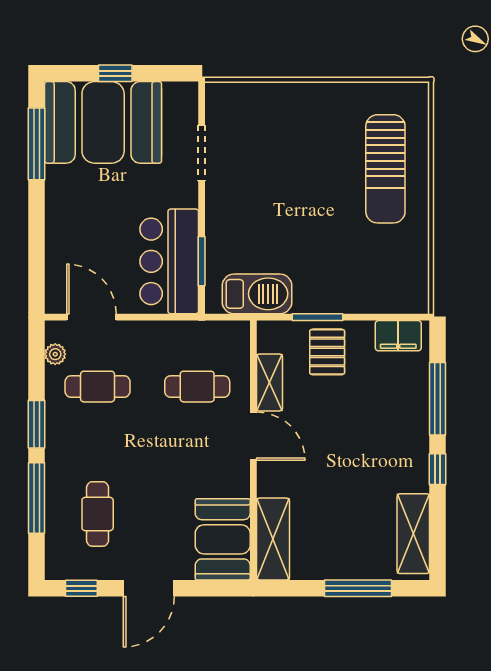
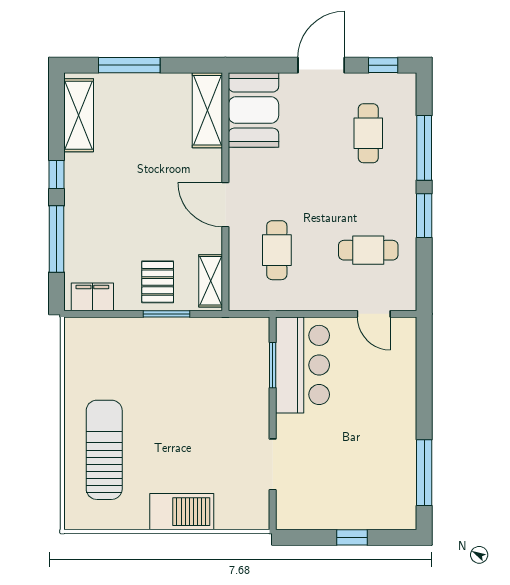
booth: (103, 122) -> (363, 492), removed
barbecue: (257, 294) -> (182, 512), moved, turned 180
door: (92, 317) -> (374, 314), width x0.73
plant: (55, 354) -> (407, 280), removed
shelving: (269, 382) -> (211, 281), moved
cafe table: (197, 387) -> (277, 250), turned 90

